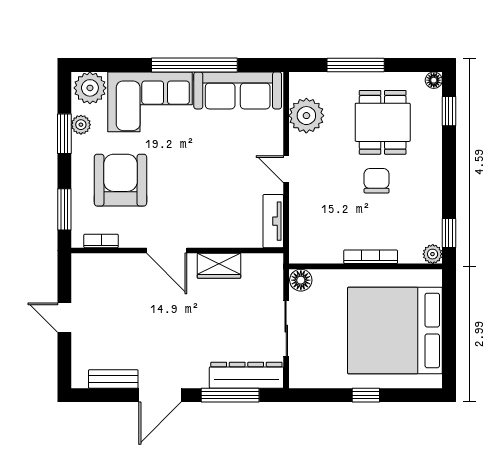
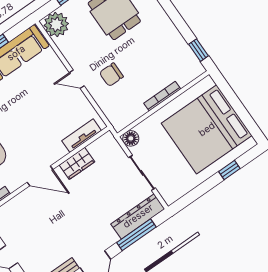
plant: (306, 116) -> (56, 25), moved
chair: (377, 181) -> (111, 75), moved, turned -90
tv unit: (273, 221) -> (82, 136), moved, turned 90
plant: (433, 254) -> (197, 69), removed
window: (366, 395) -> (229, 170), moved

